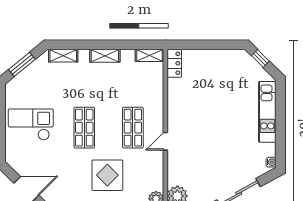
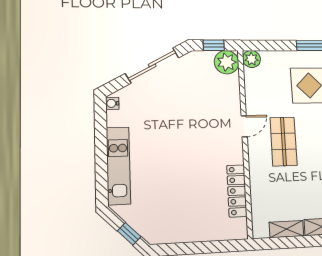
shelving: (150, 55) -> (287, 229), moved
locker: (174, 63) -> (237, 191), moved, width x1.53

